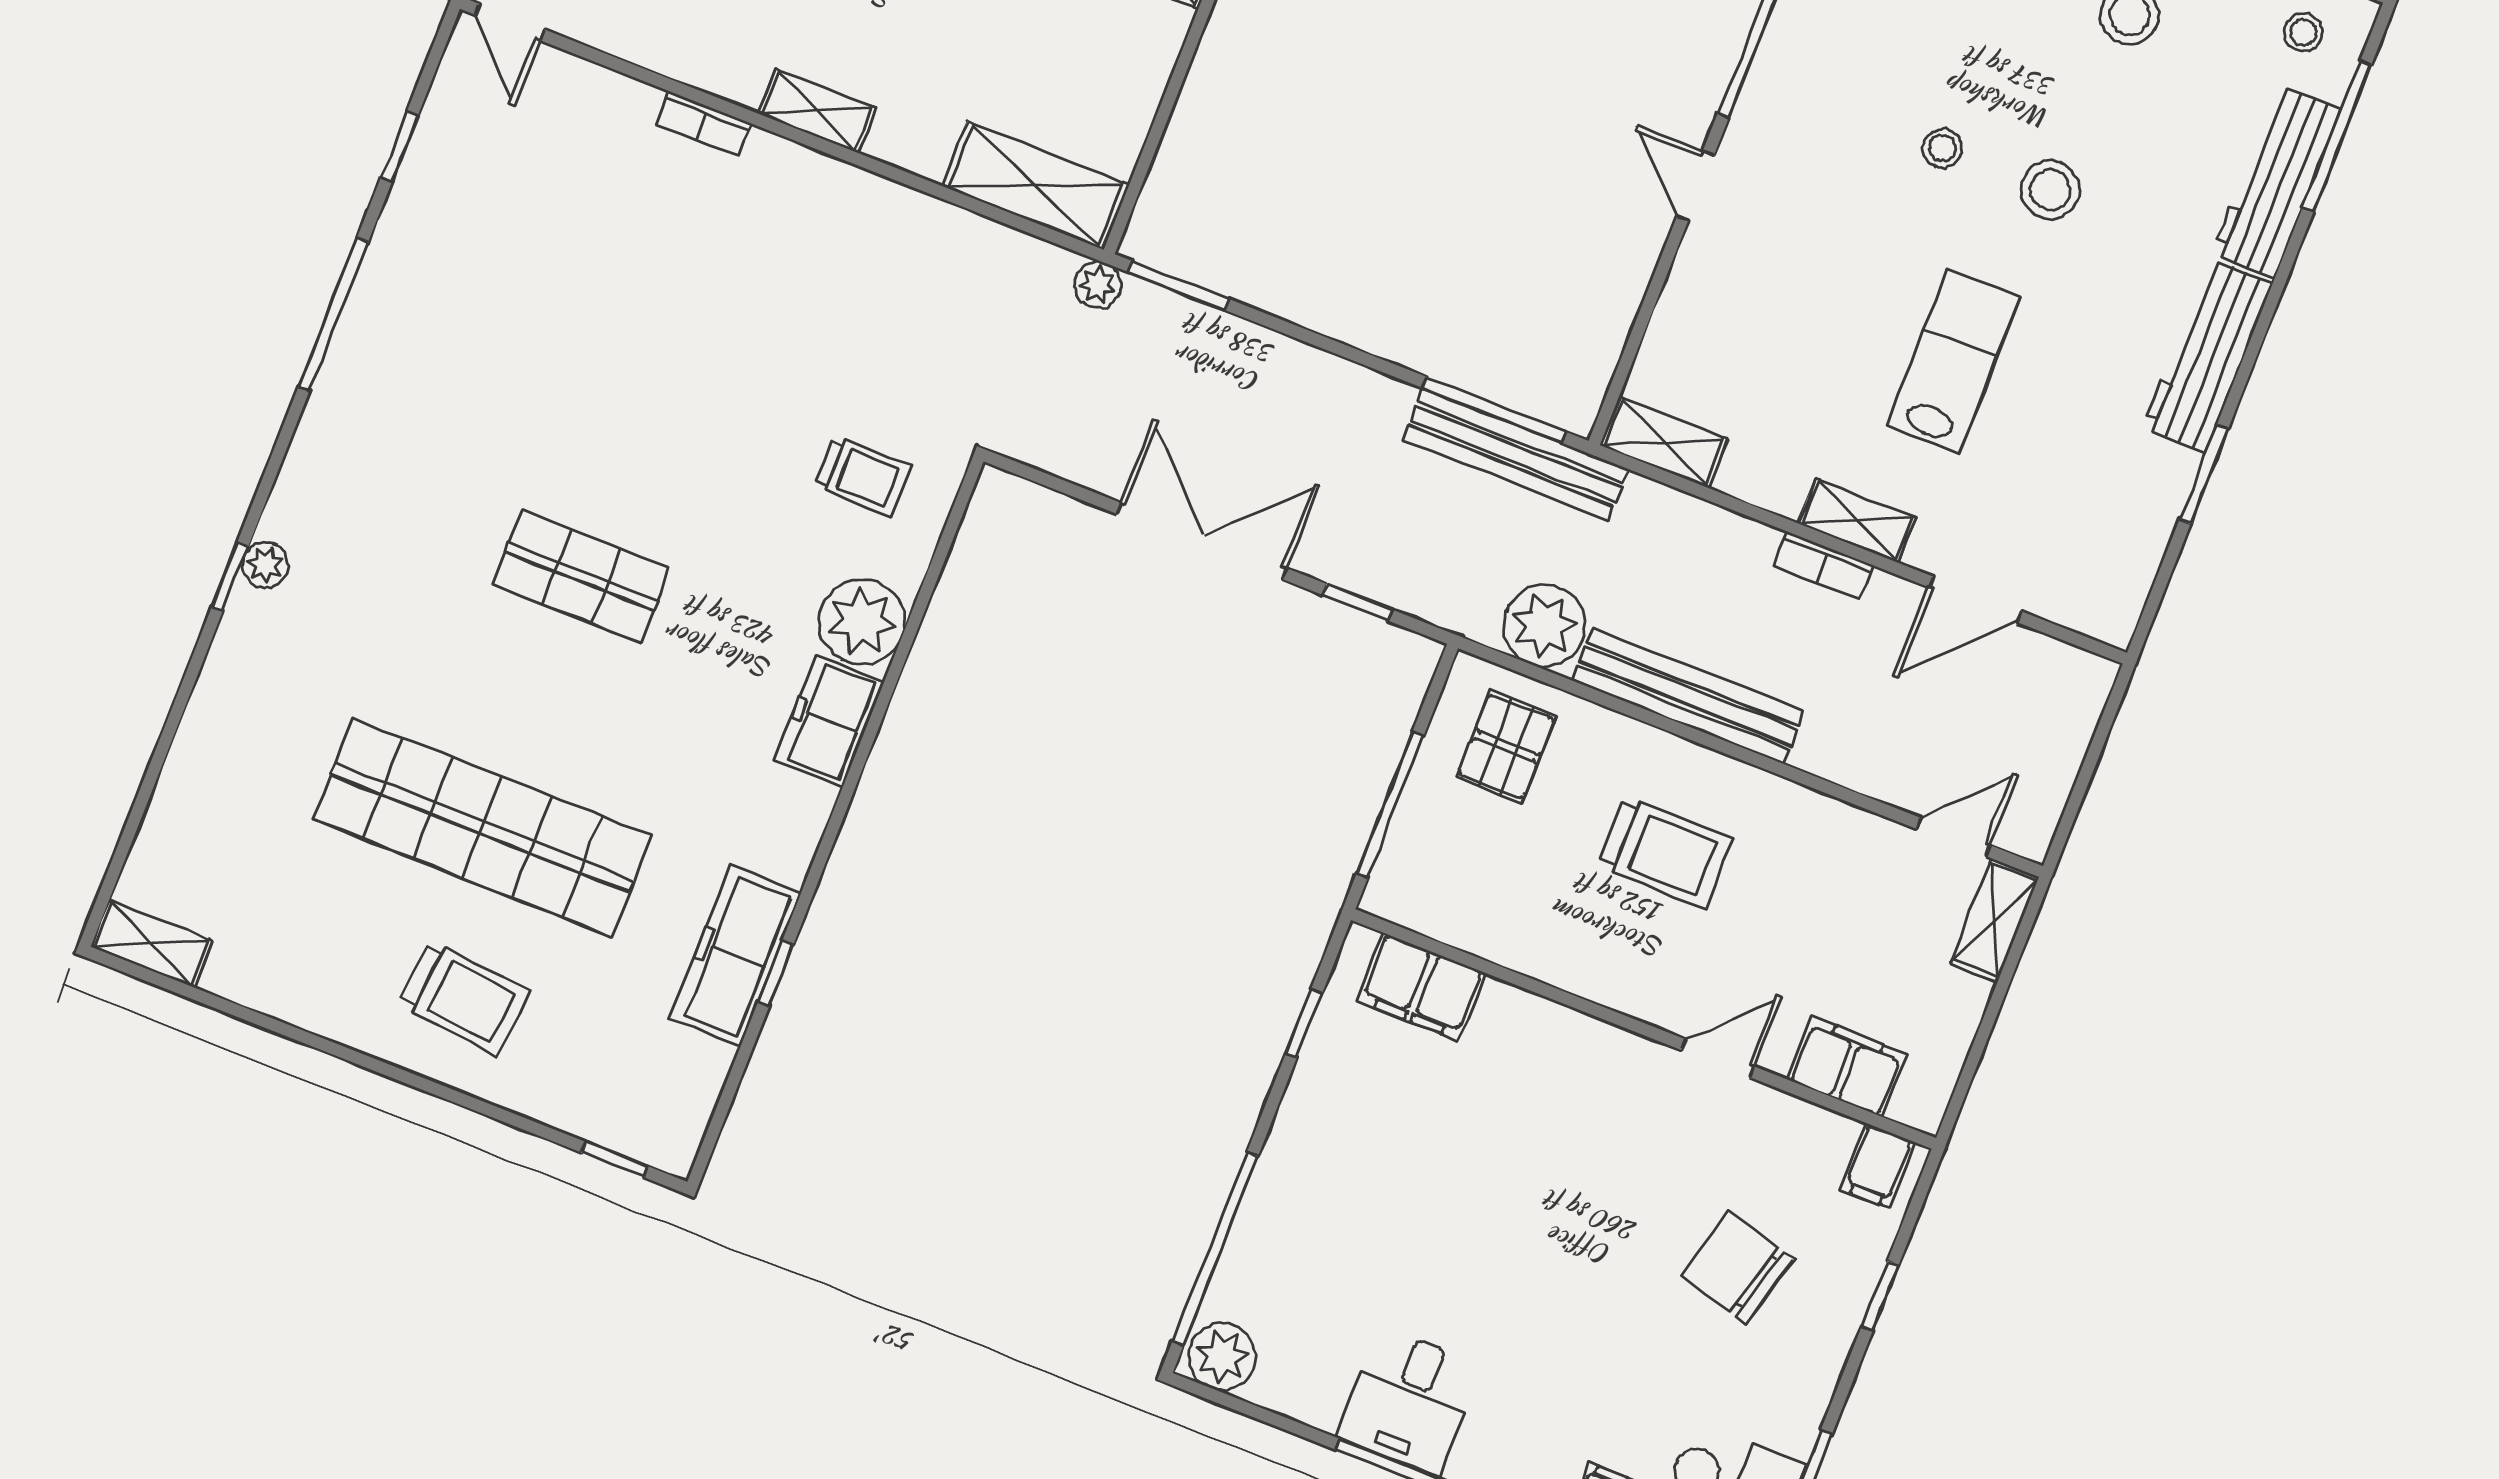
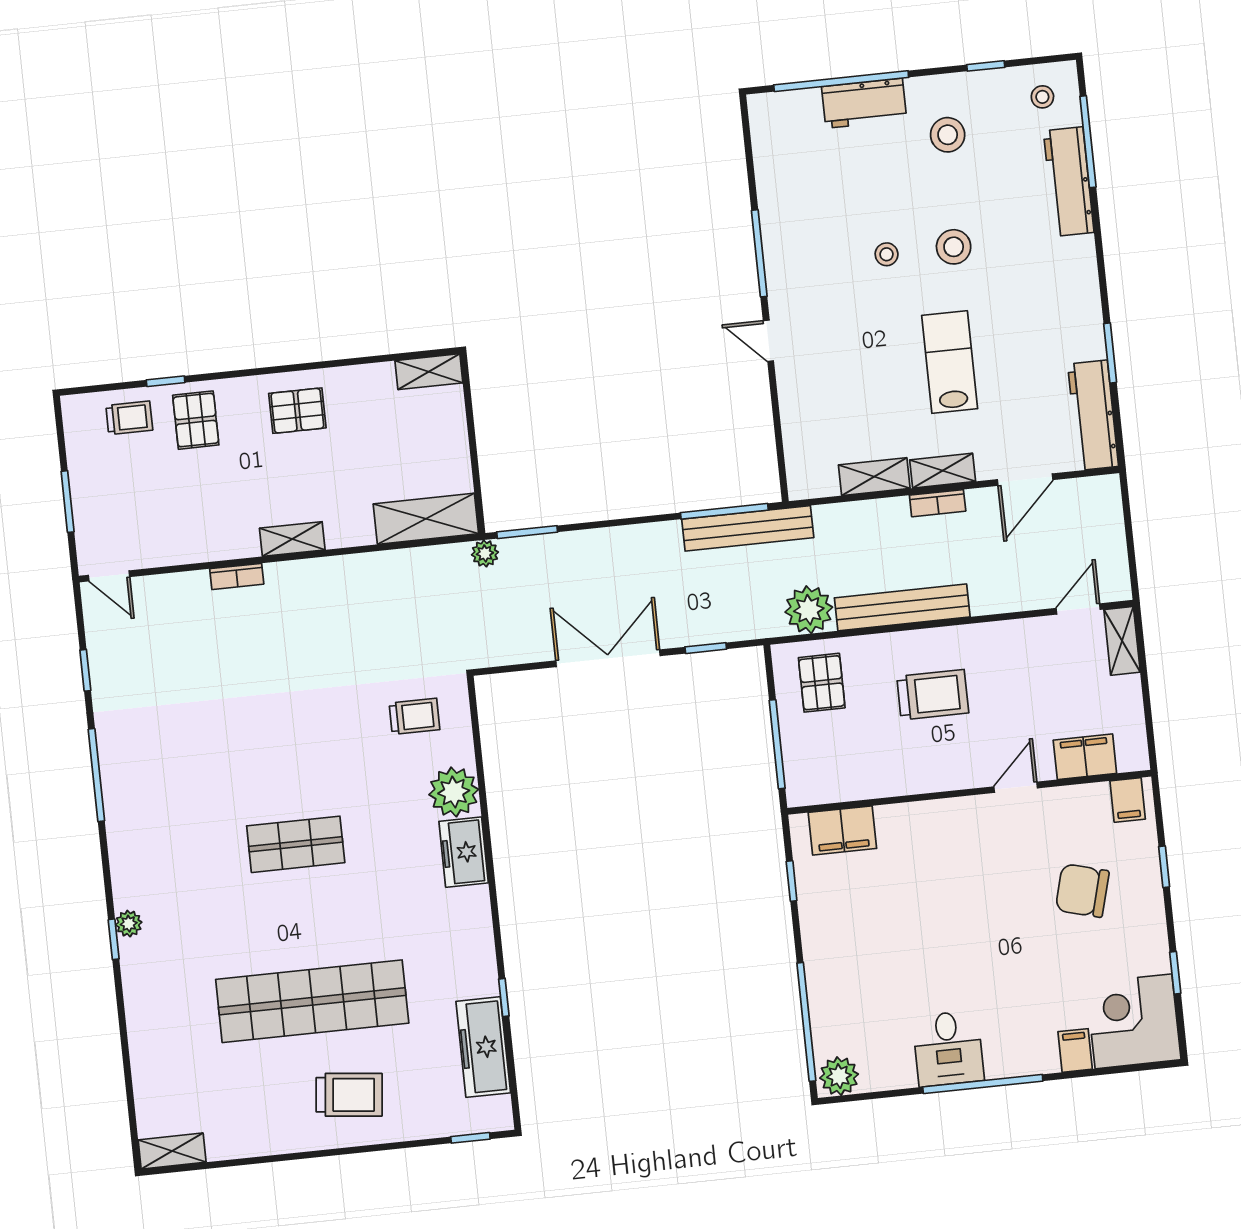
workbench: (2207, 356) -> (1093, 415), moved
shelving: (1664, 442) -> (874, 477), moved
freezer: (735, 955) -> (483, 1047), moved

